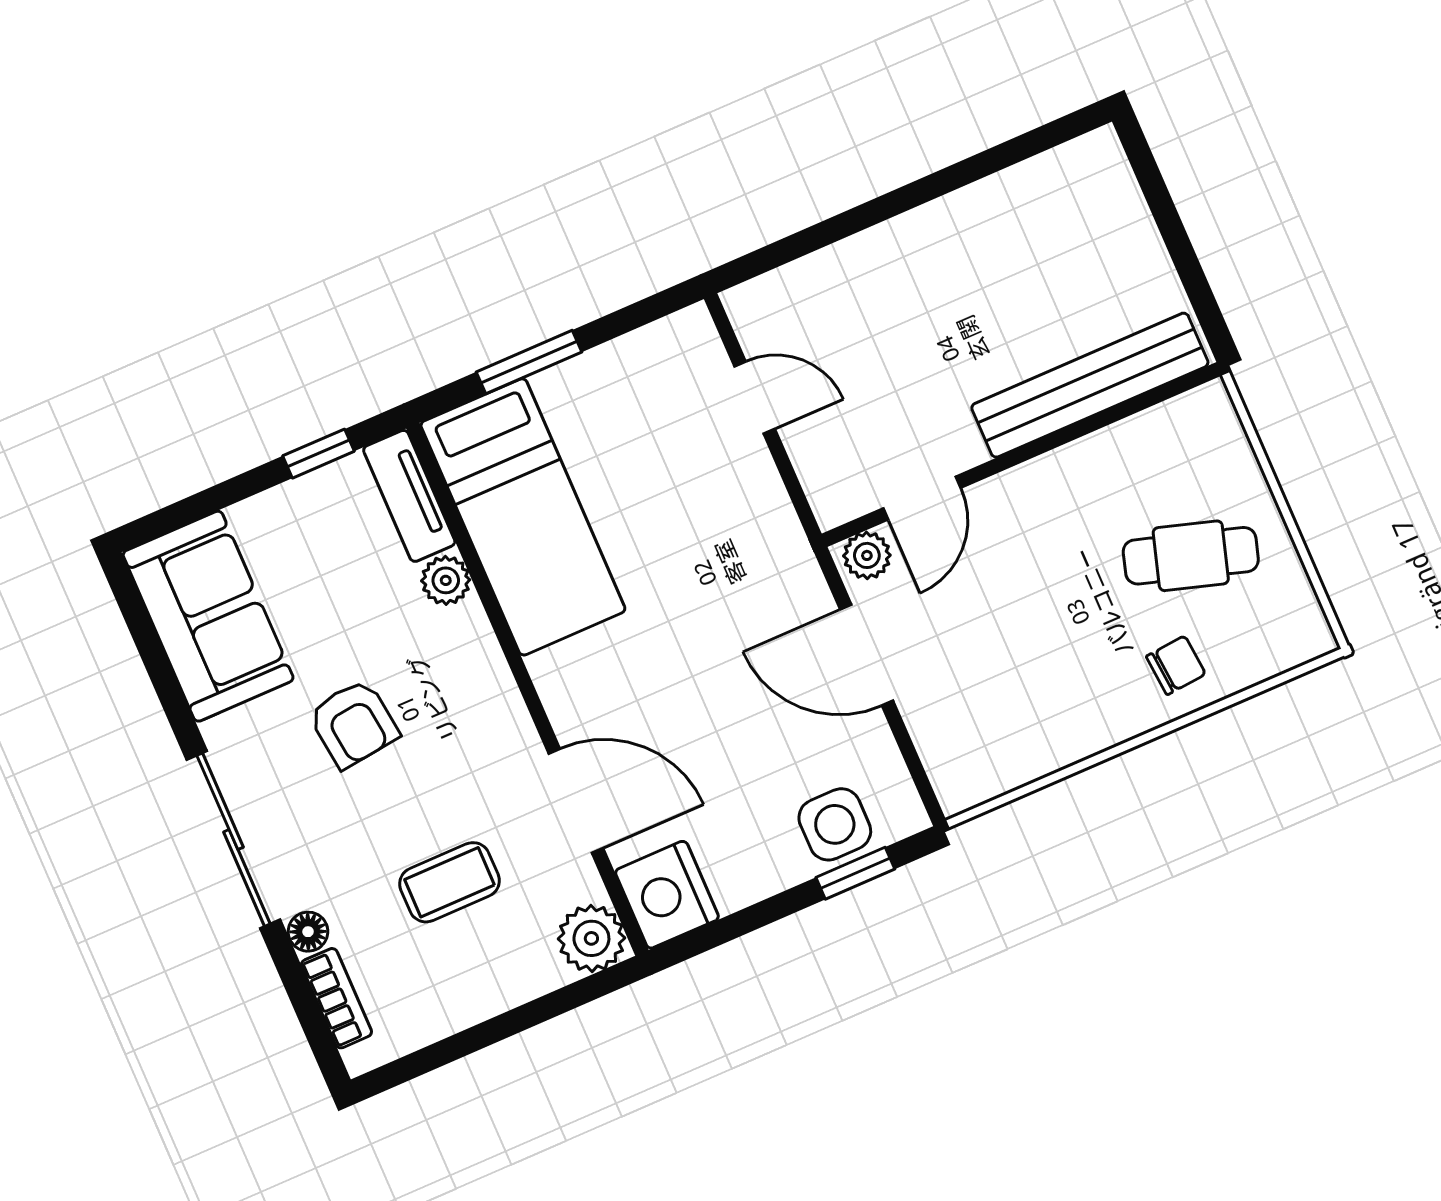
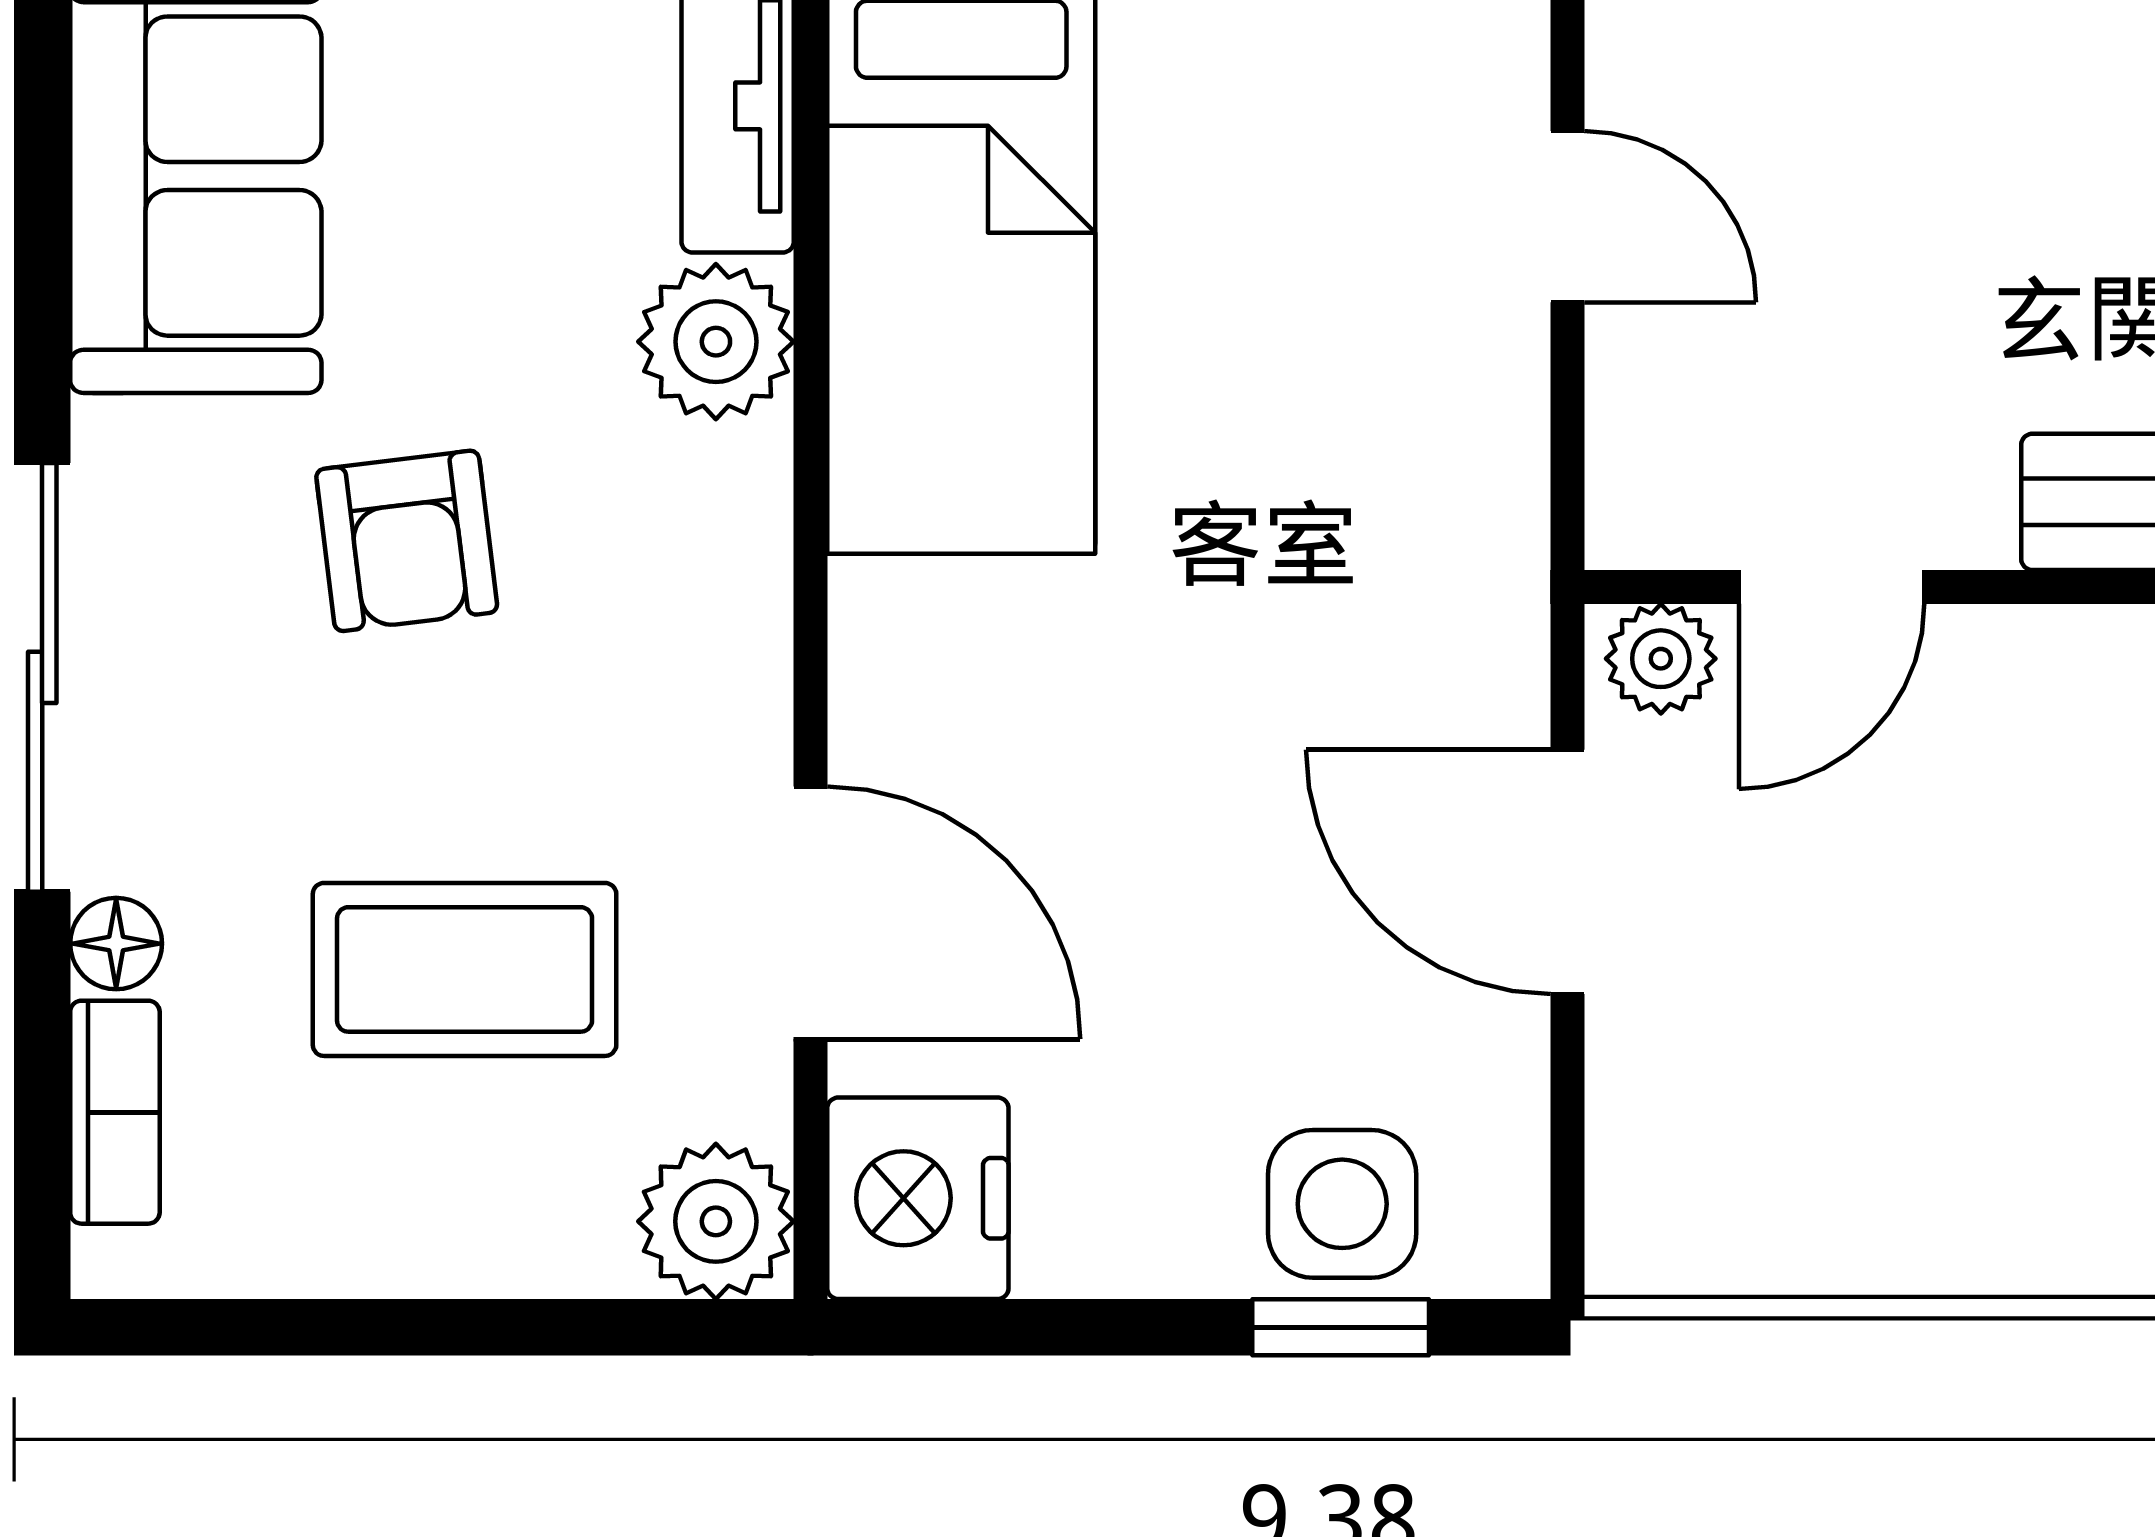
plant: (446, 580) -> (716, 342), width x1.38, depth x1.38
coffee table: (450, 882) -> (465, 969), width x1.36, depth x1.30

